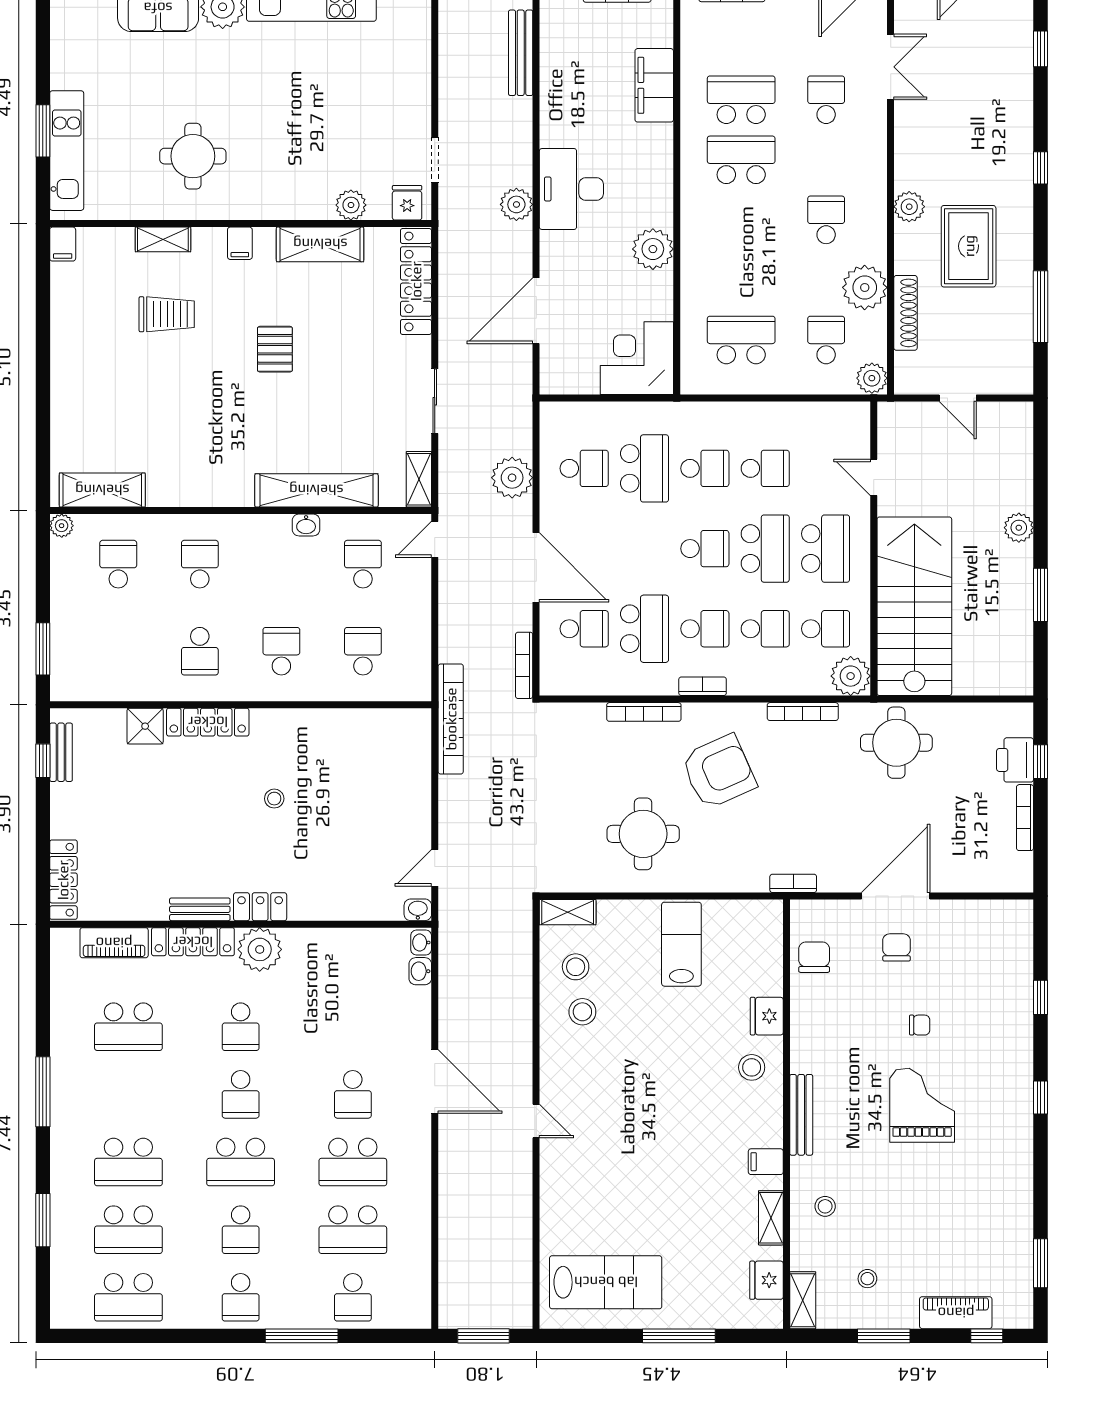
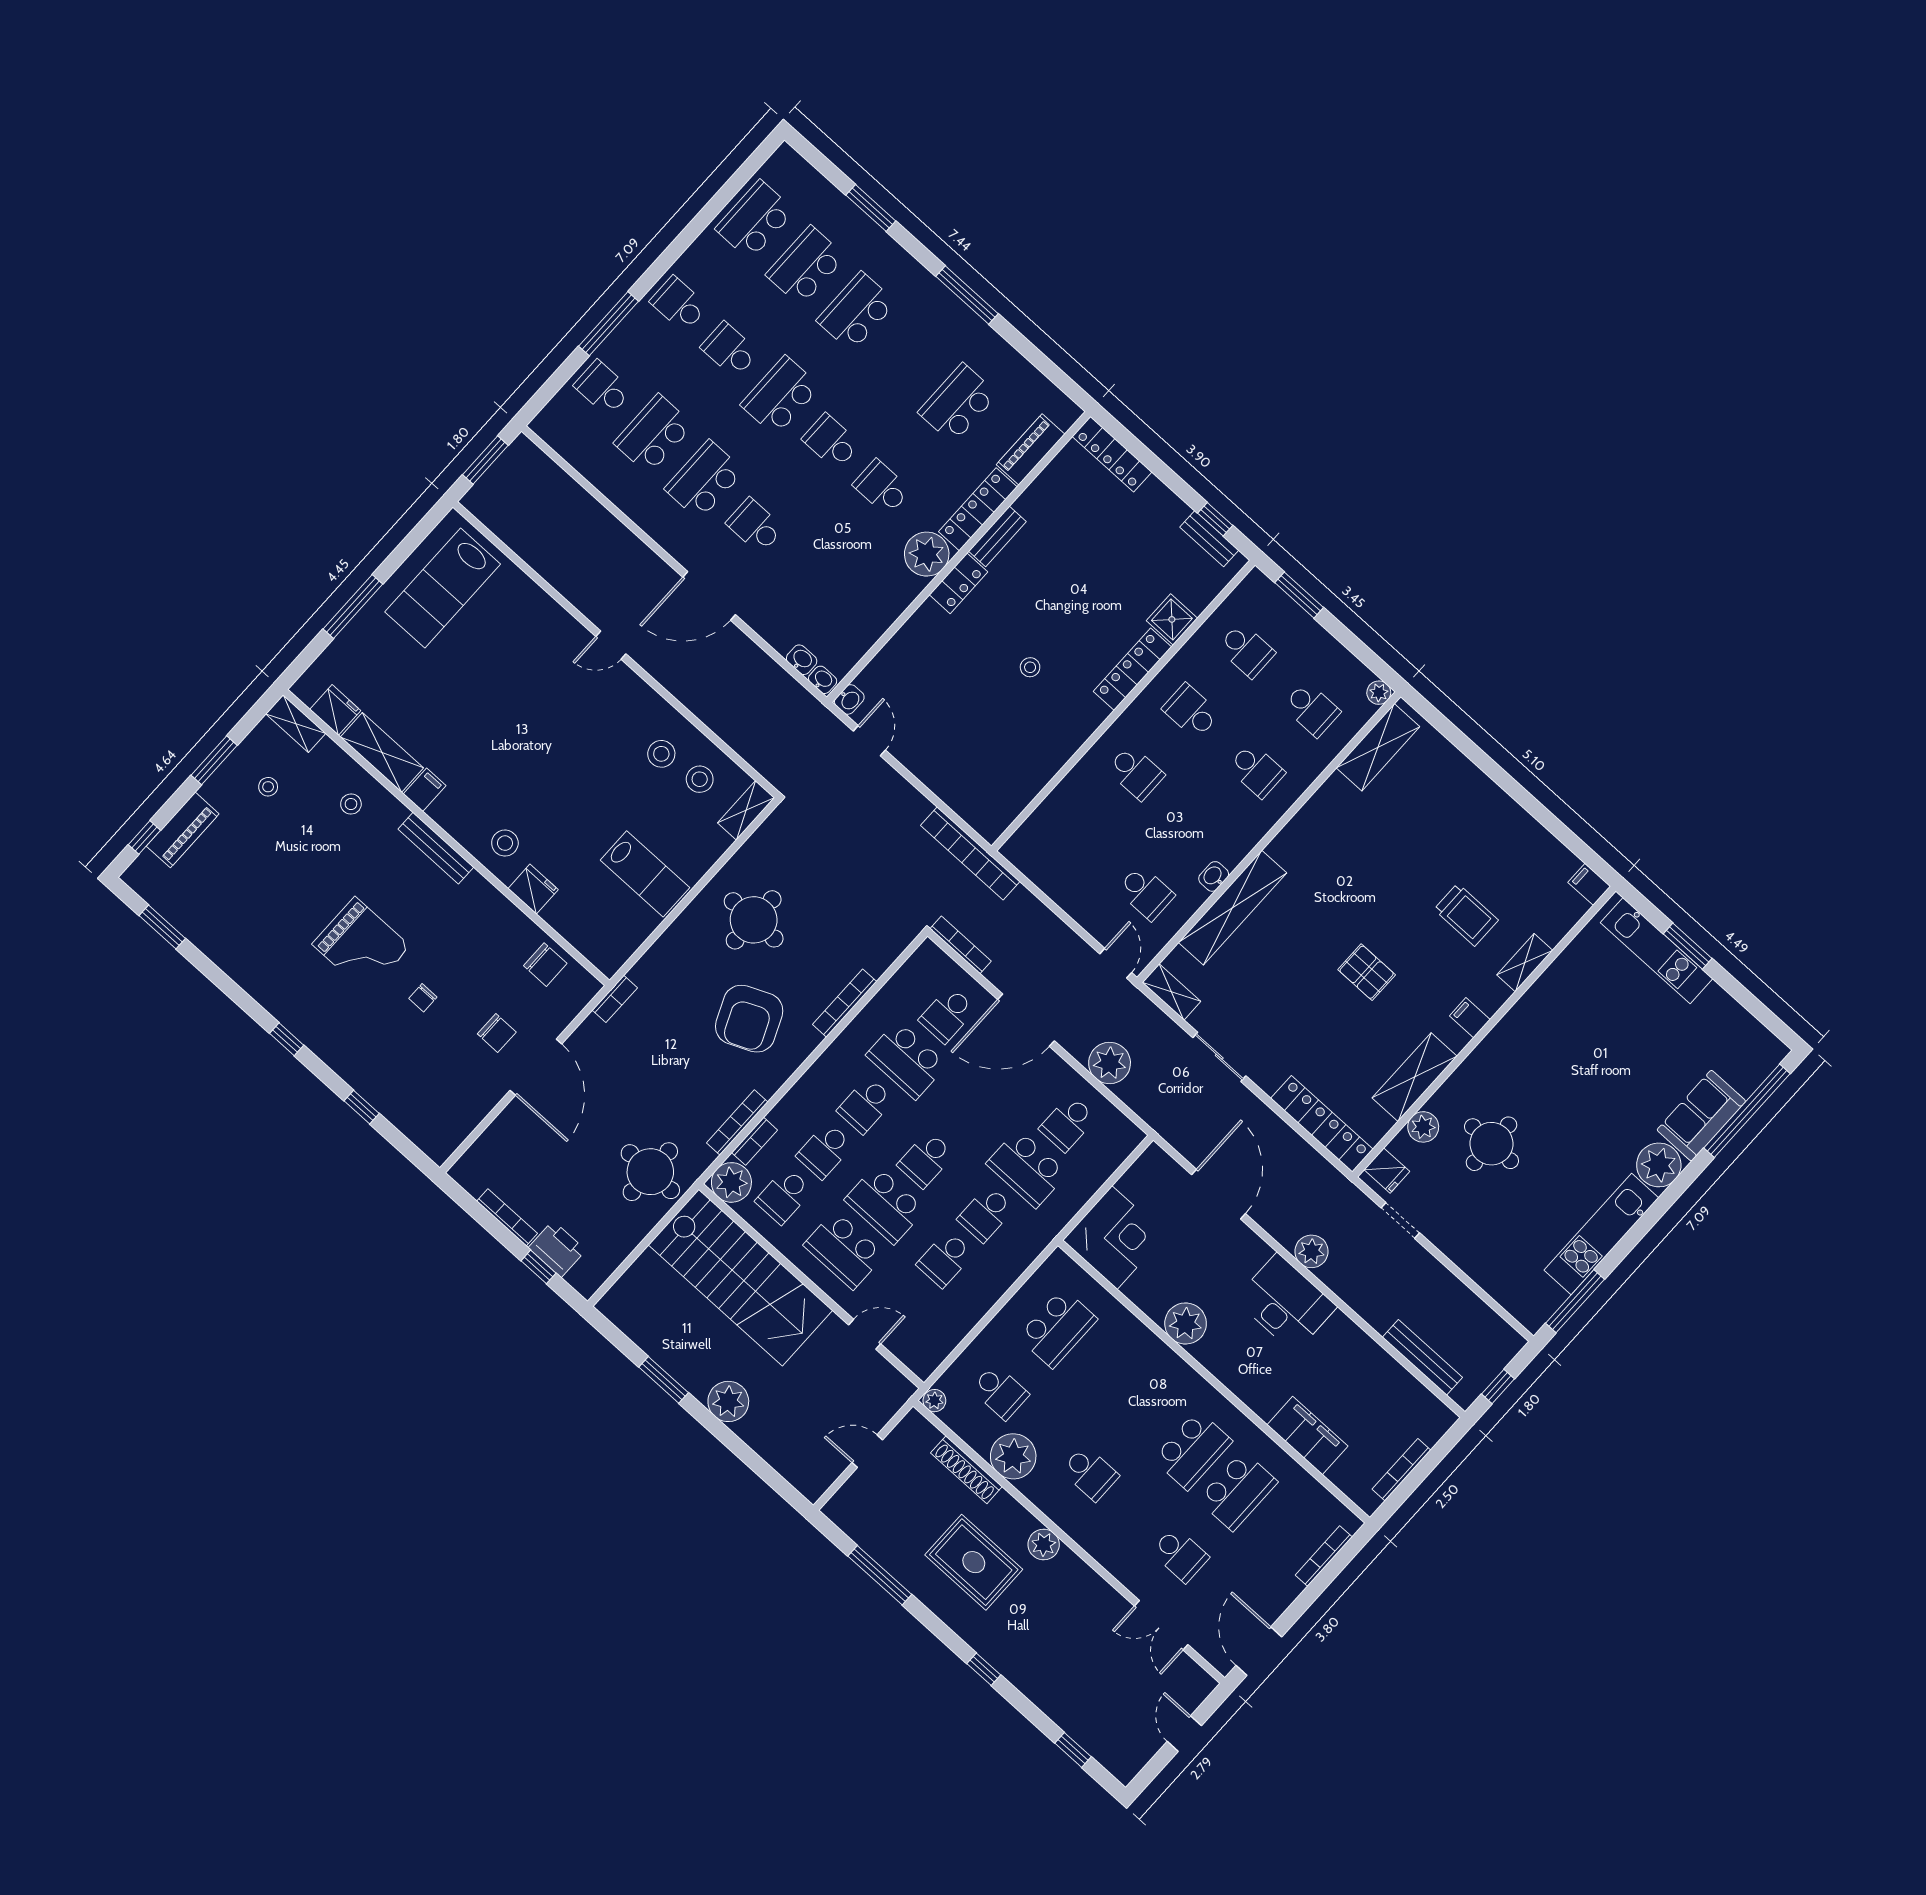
round table: (193, 156) -> (1491, 1144), moved
trolley: (167, 314) -> (1466, 915), turned -90
plant: (872, 378) -> (934, 1401), width x0.73, depth x0.73
plant: (1019, 528) -> (728, 1401), width x1.36, depth x1.36
school desk: (363, 651) -> (1246, 650), moved
bookcase: (703, 686) -> (755, 1141), moved
shelving: (771, 1218) -> (382, 752), width x1.50, depth x1.33

